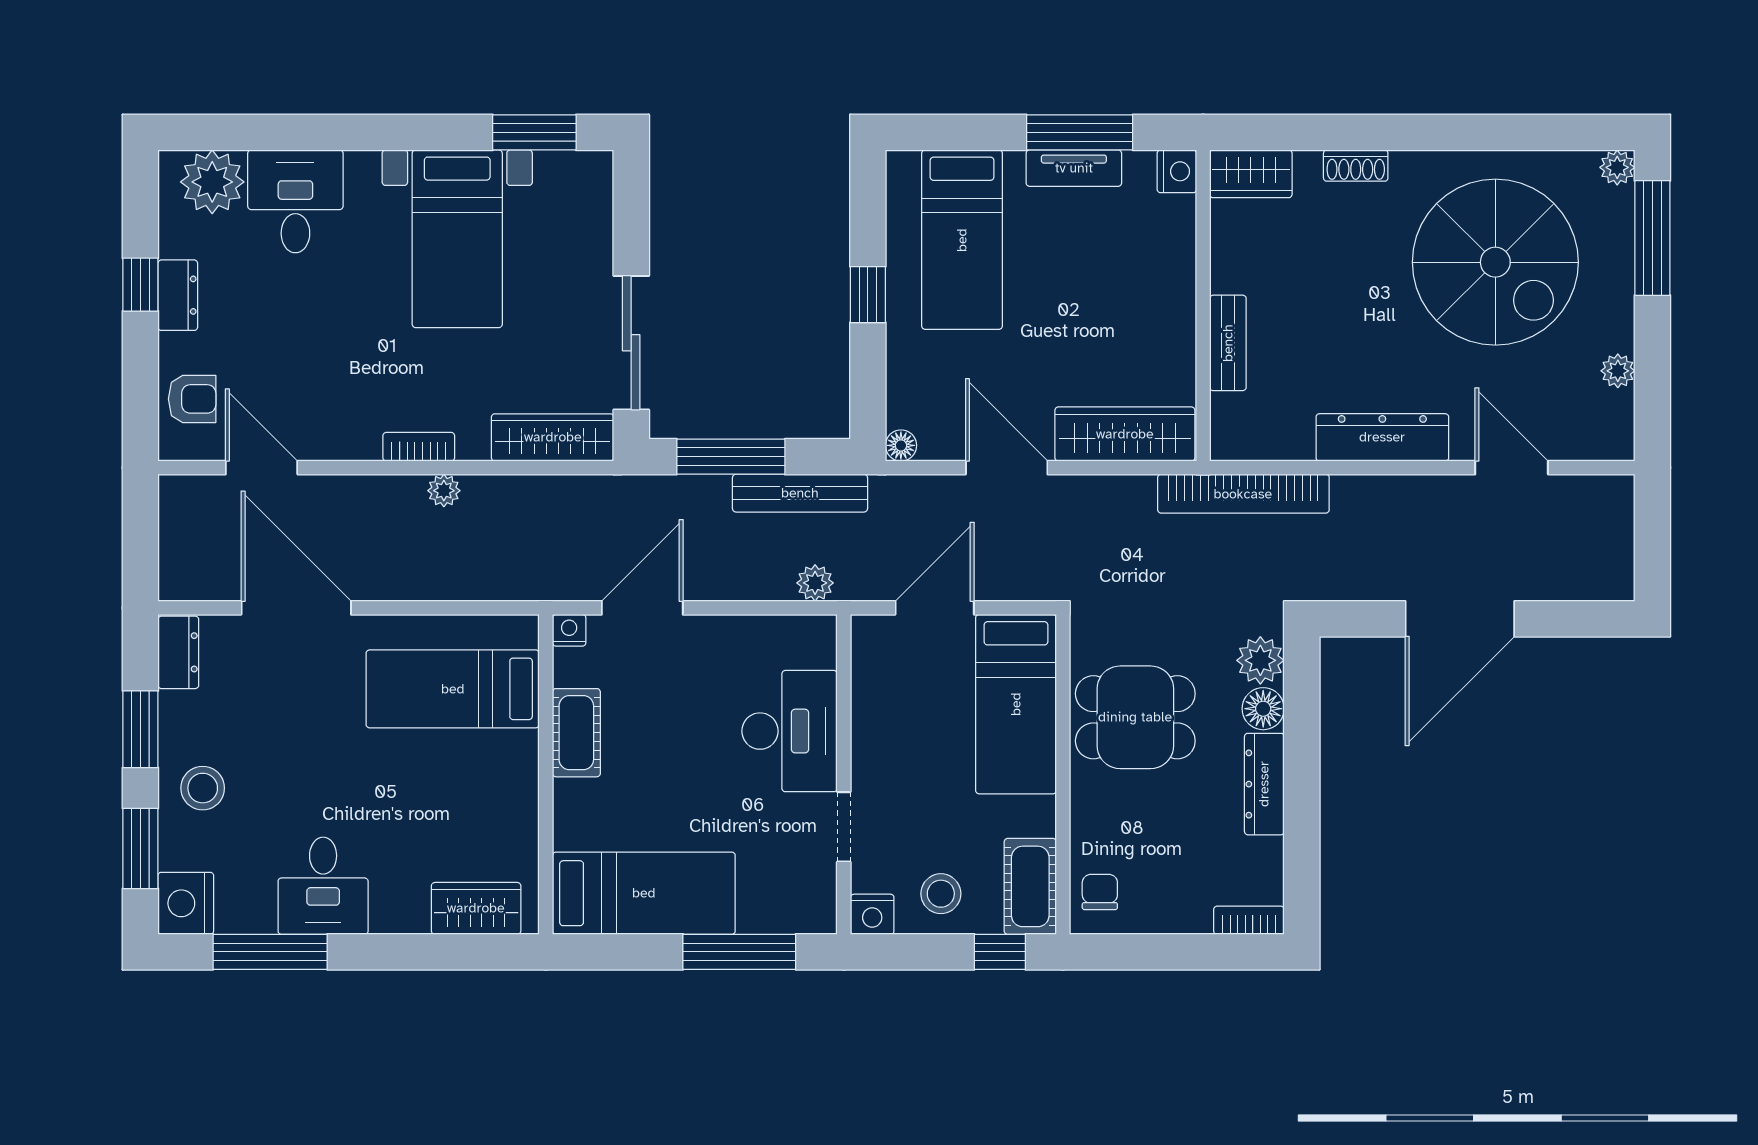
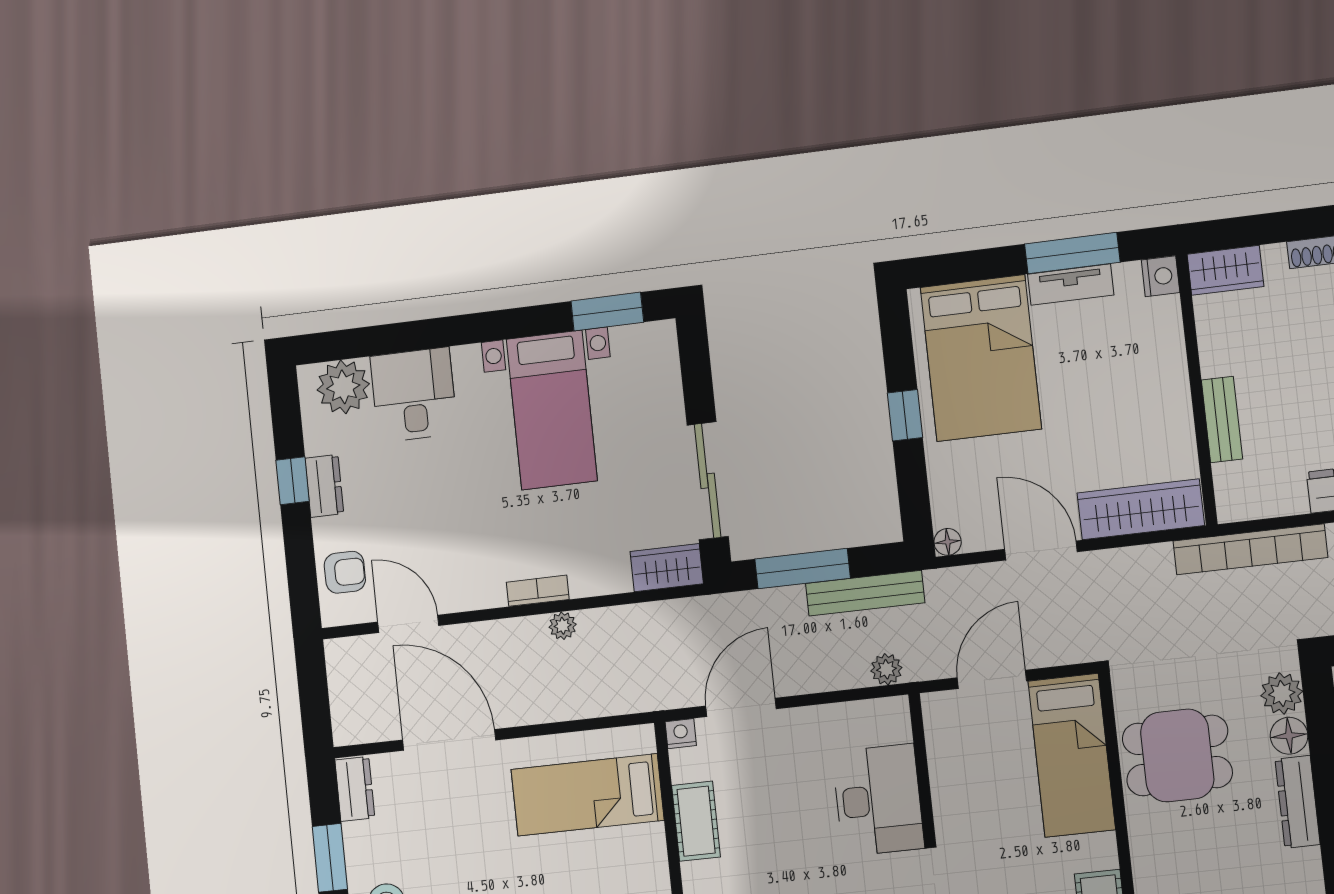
bed: (962, 240) -> (981, 358), width x1.50
wardrobe: (553, 437) -> (667, 568), width x0.67

